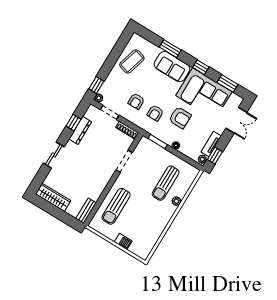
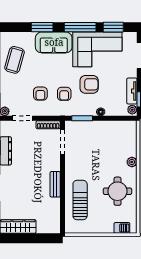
window: (201, 67) -> (80, 27), width x2.17
doorway: (124, 161) -> (62, 142), moved
sun lounger: (166, 183) -> (112, 152), removed
sun lounger: (116, 206) -> (80, 200), turned 180
bench: (86, 211) -> (55, 184), moved
round table: (151, 218) -> (118, 191), added
barbecue: (123, 241) -> (122, 228), moved

